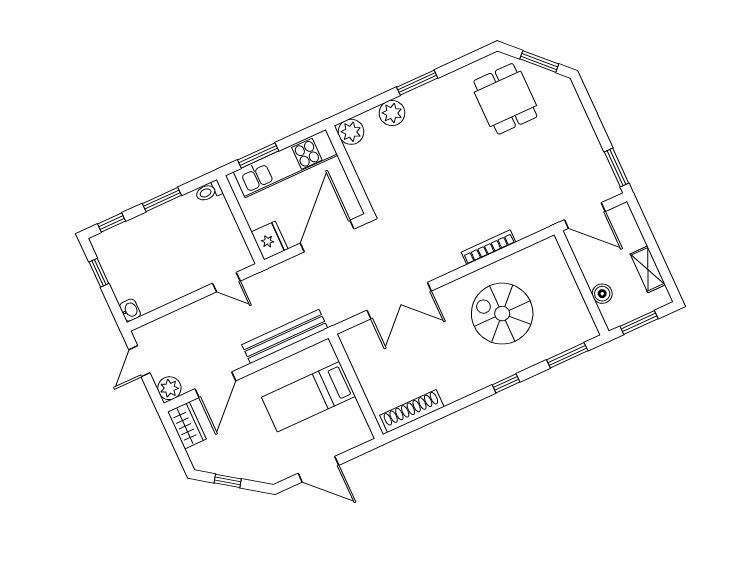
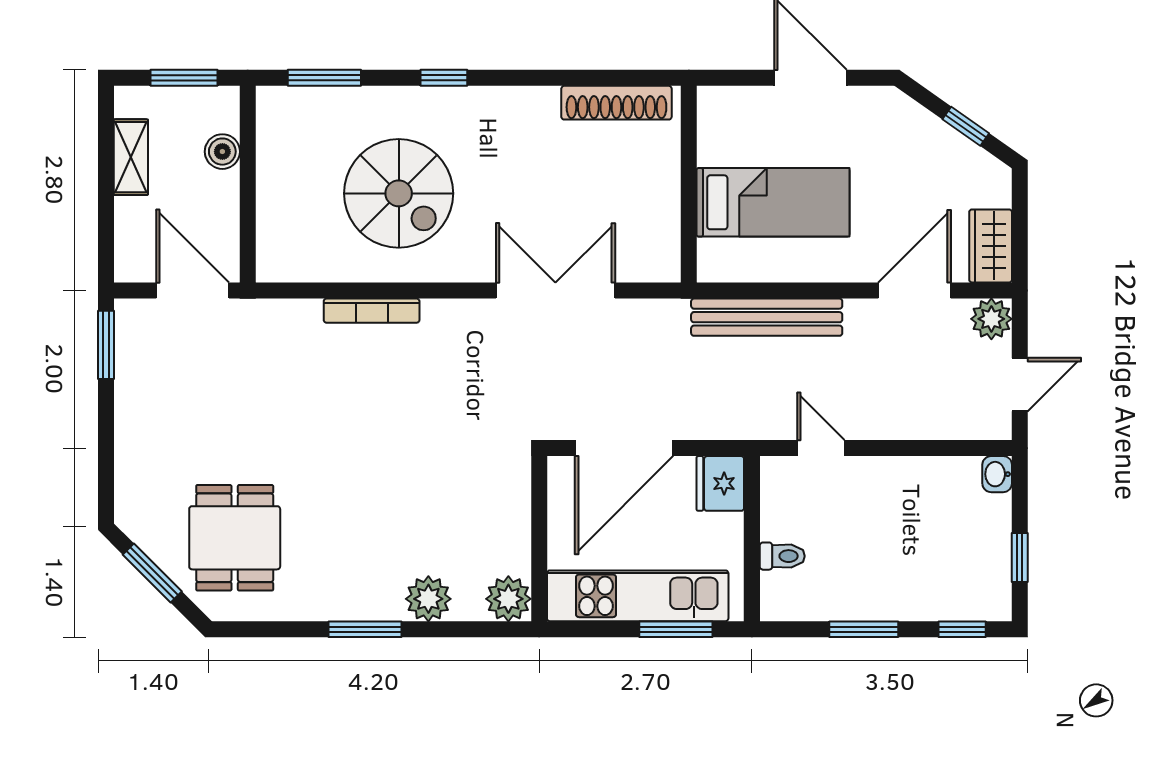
toilet: (209, 191) -> (782, 556), moved

